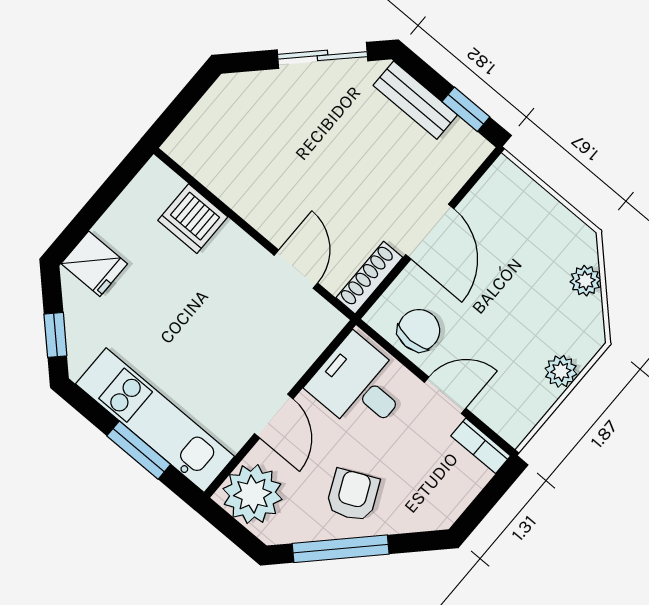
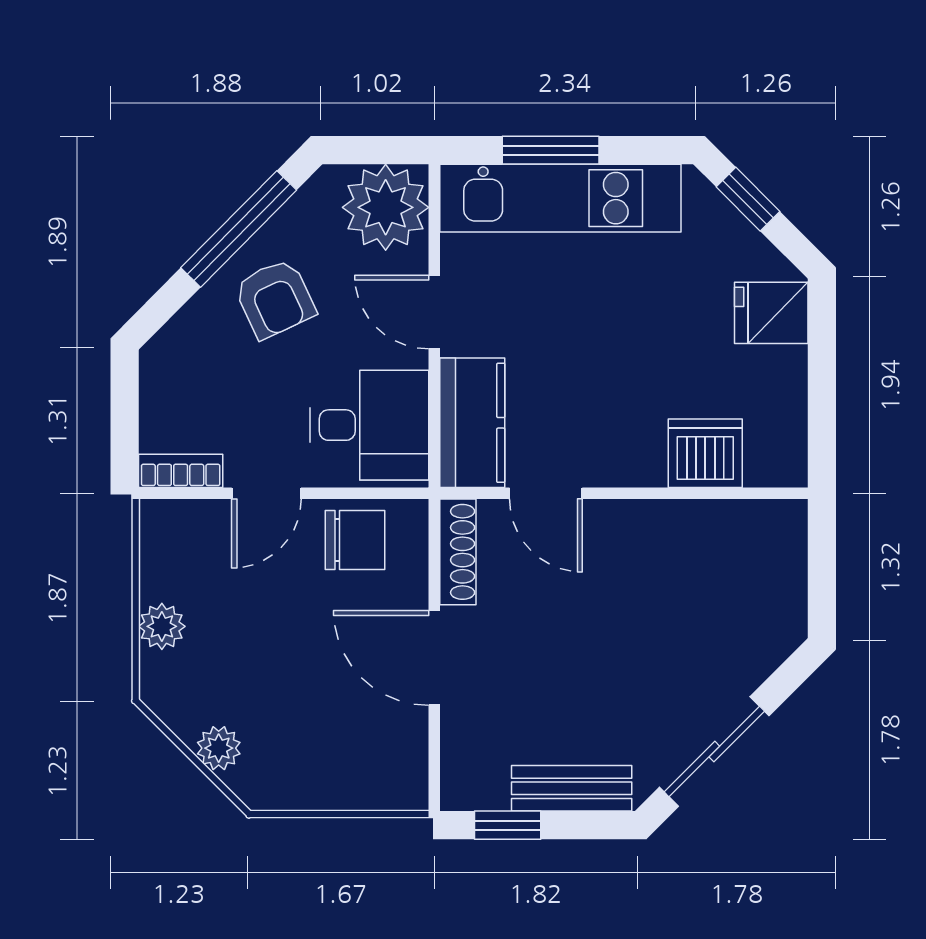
chair: (419, 330) -> (355, 540), turned -90
kitchen counter: (303, 340) -> (472, 423), added

